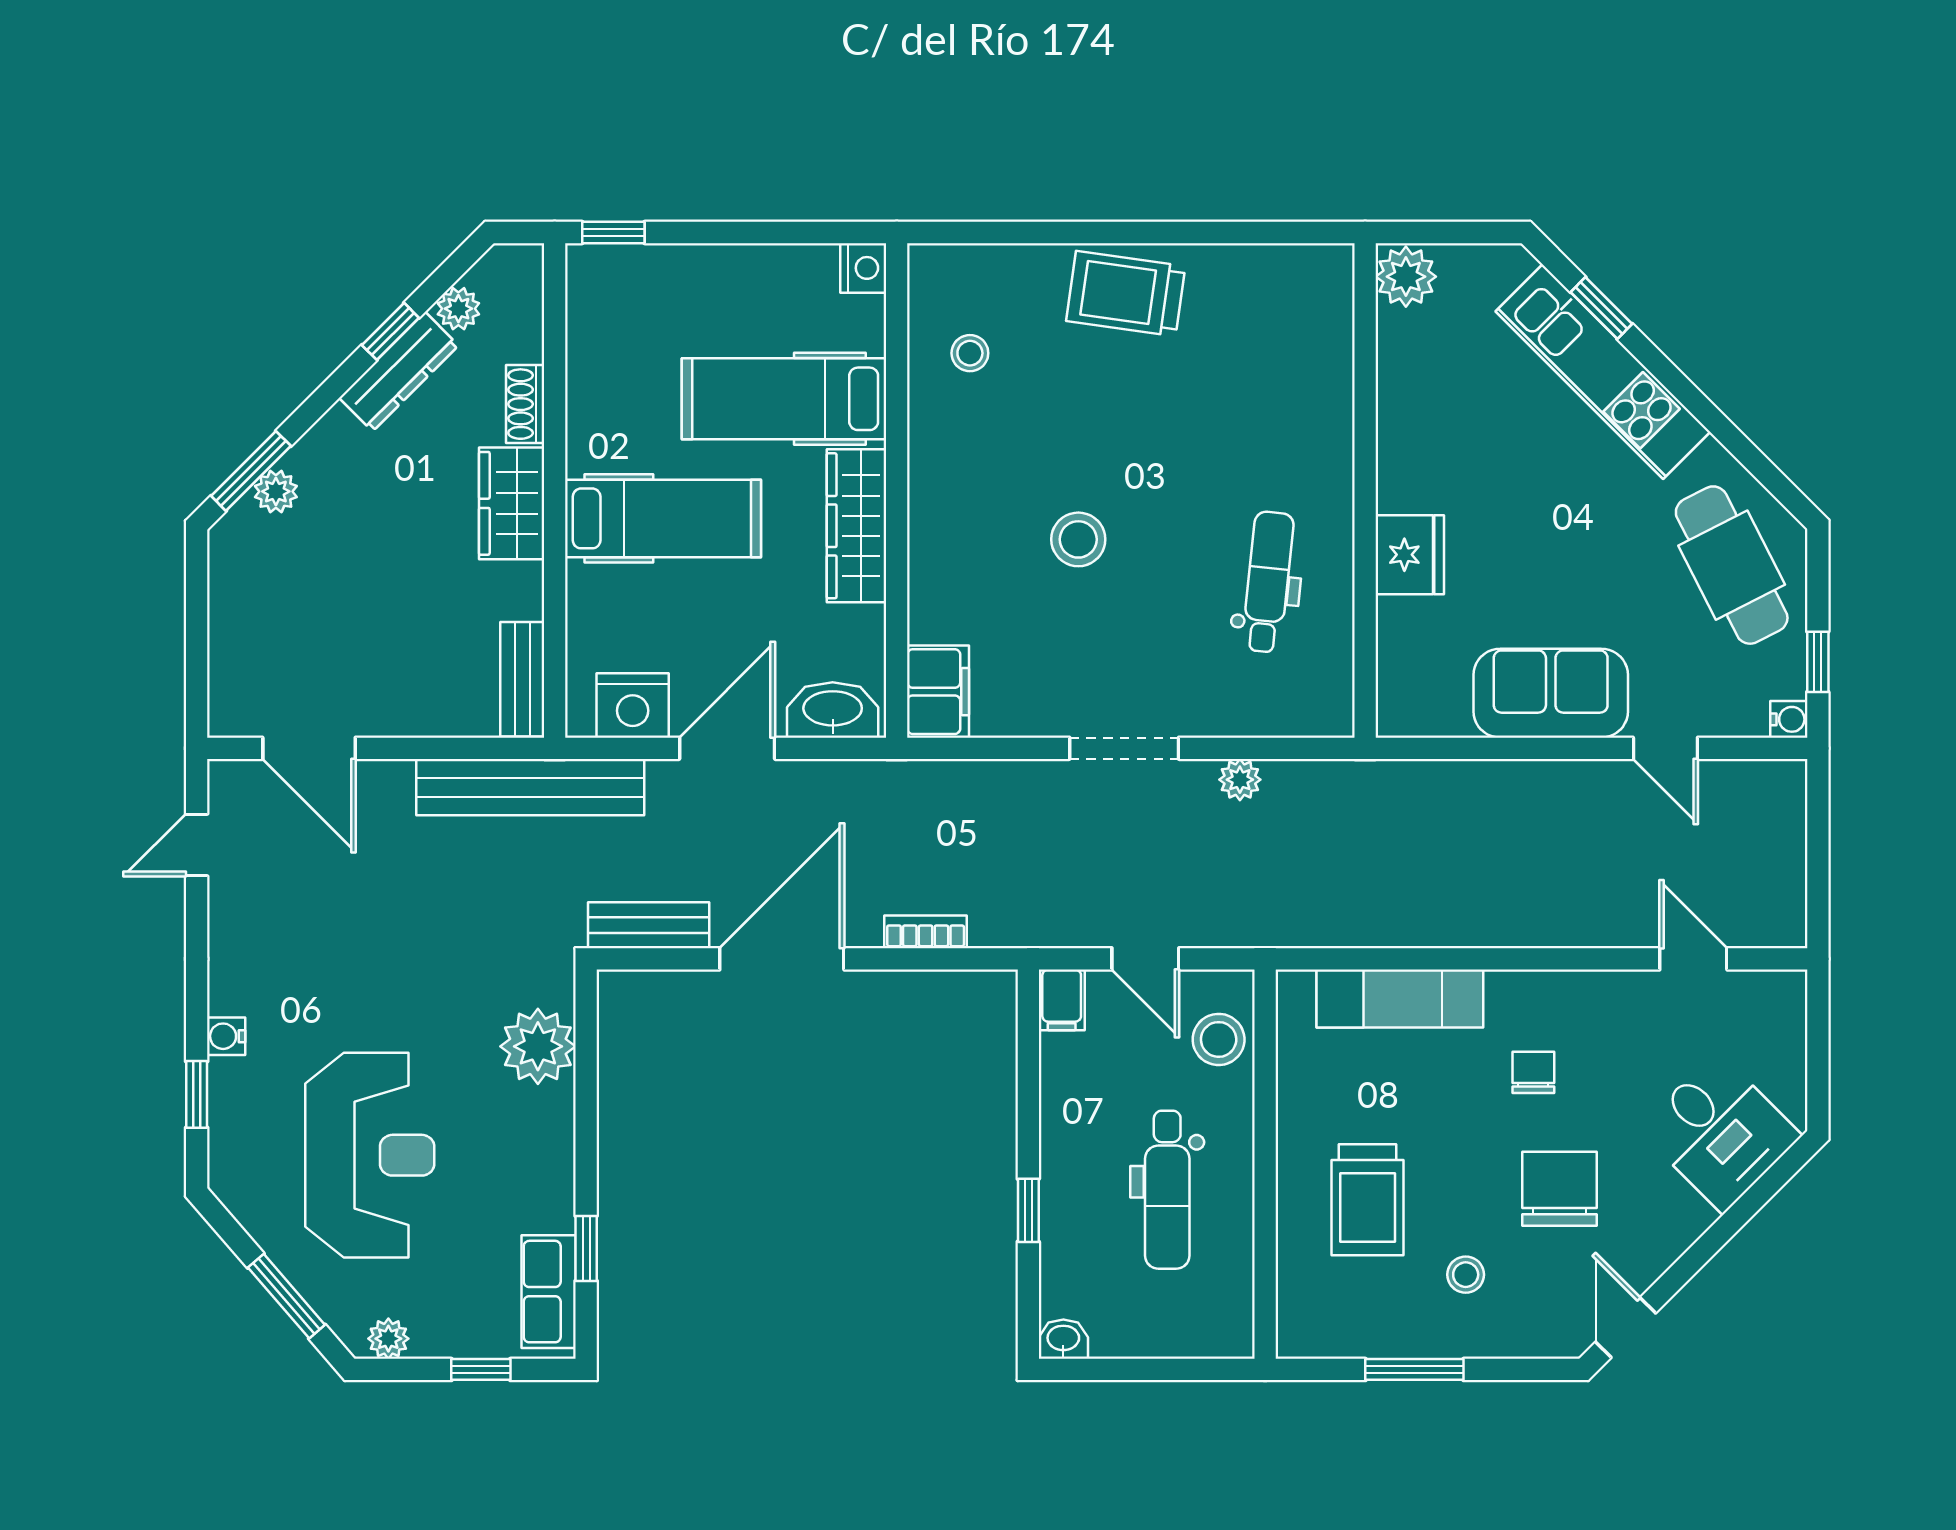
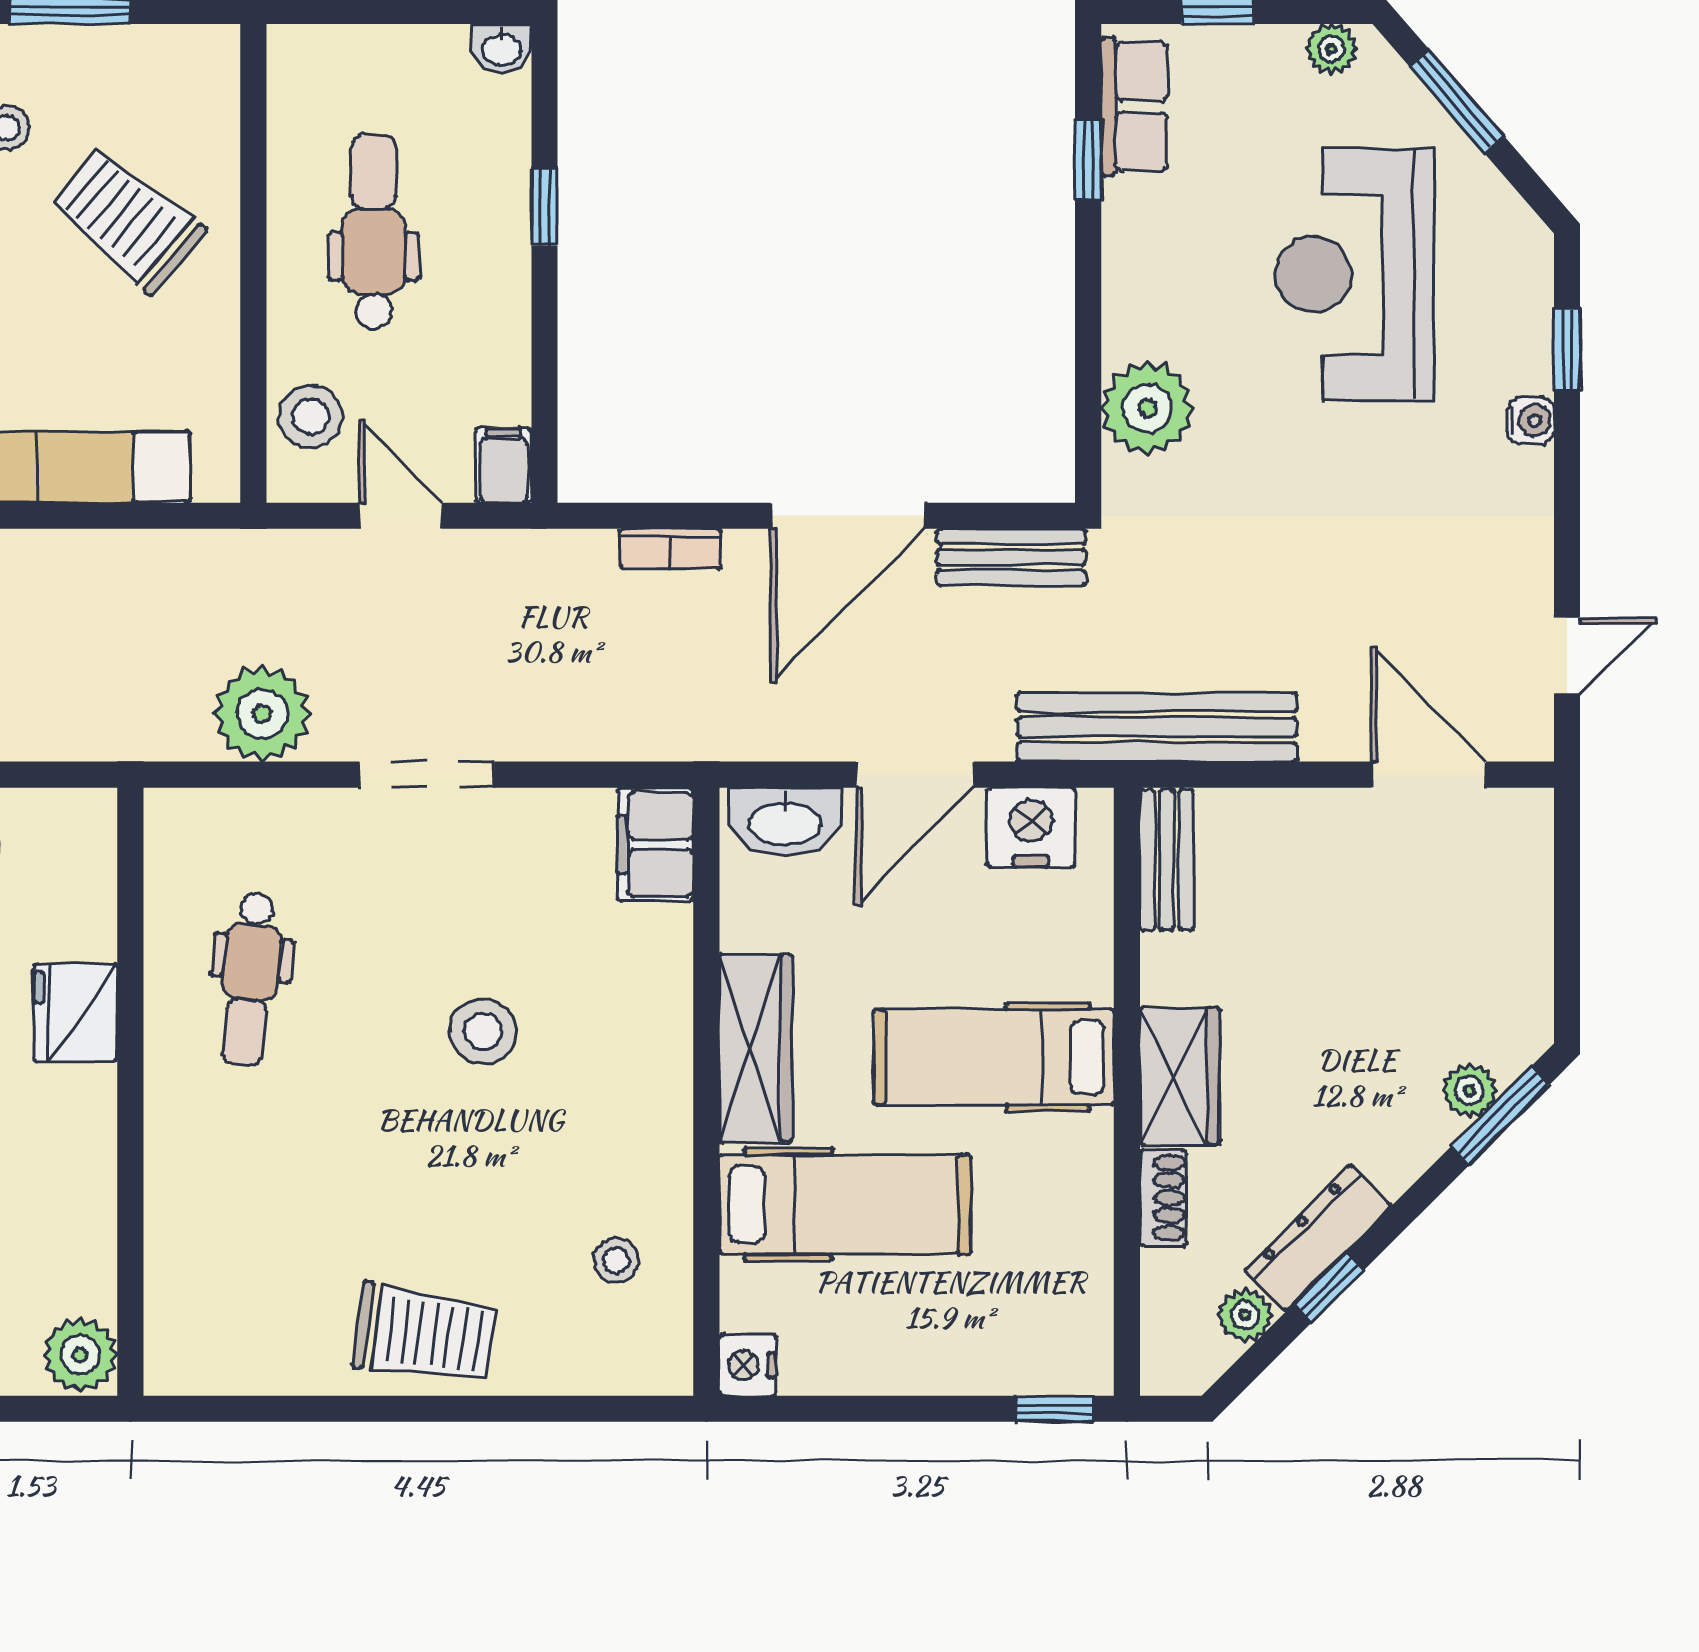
plant: (1240, 780) -> (262, 714), width x1.88, depth x1.88
trolley: (1368, 1200) -> (127, 220), turned -50

